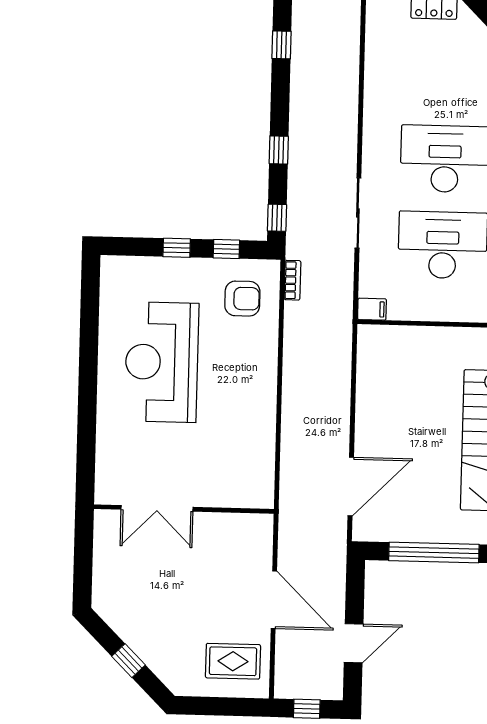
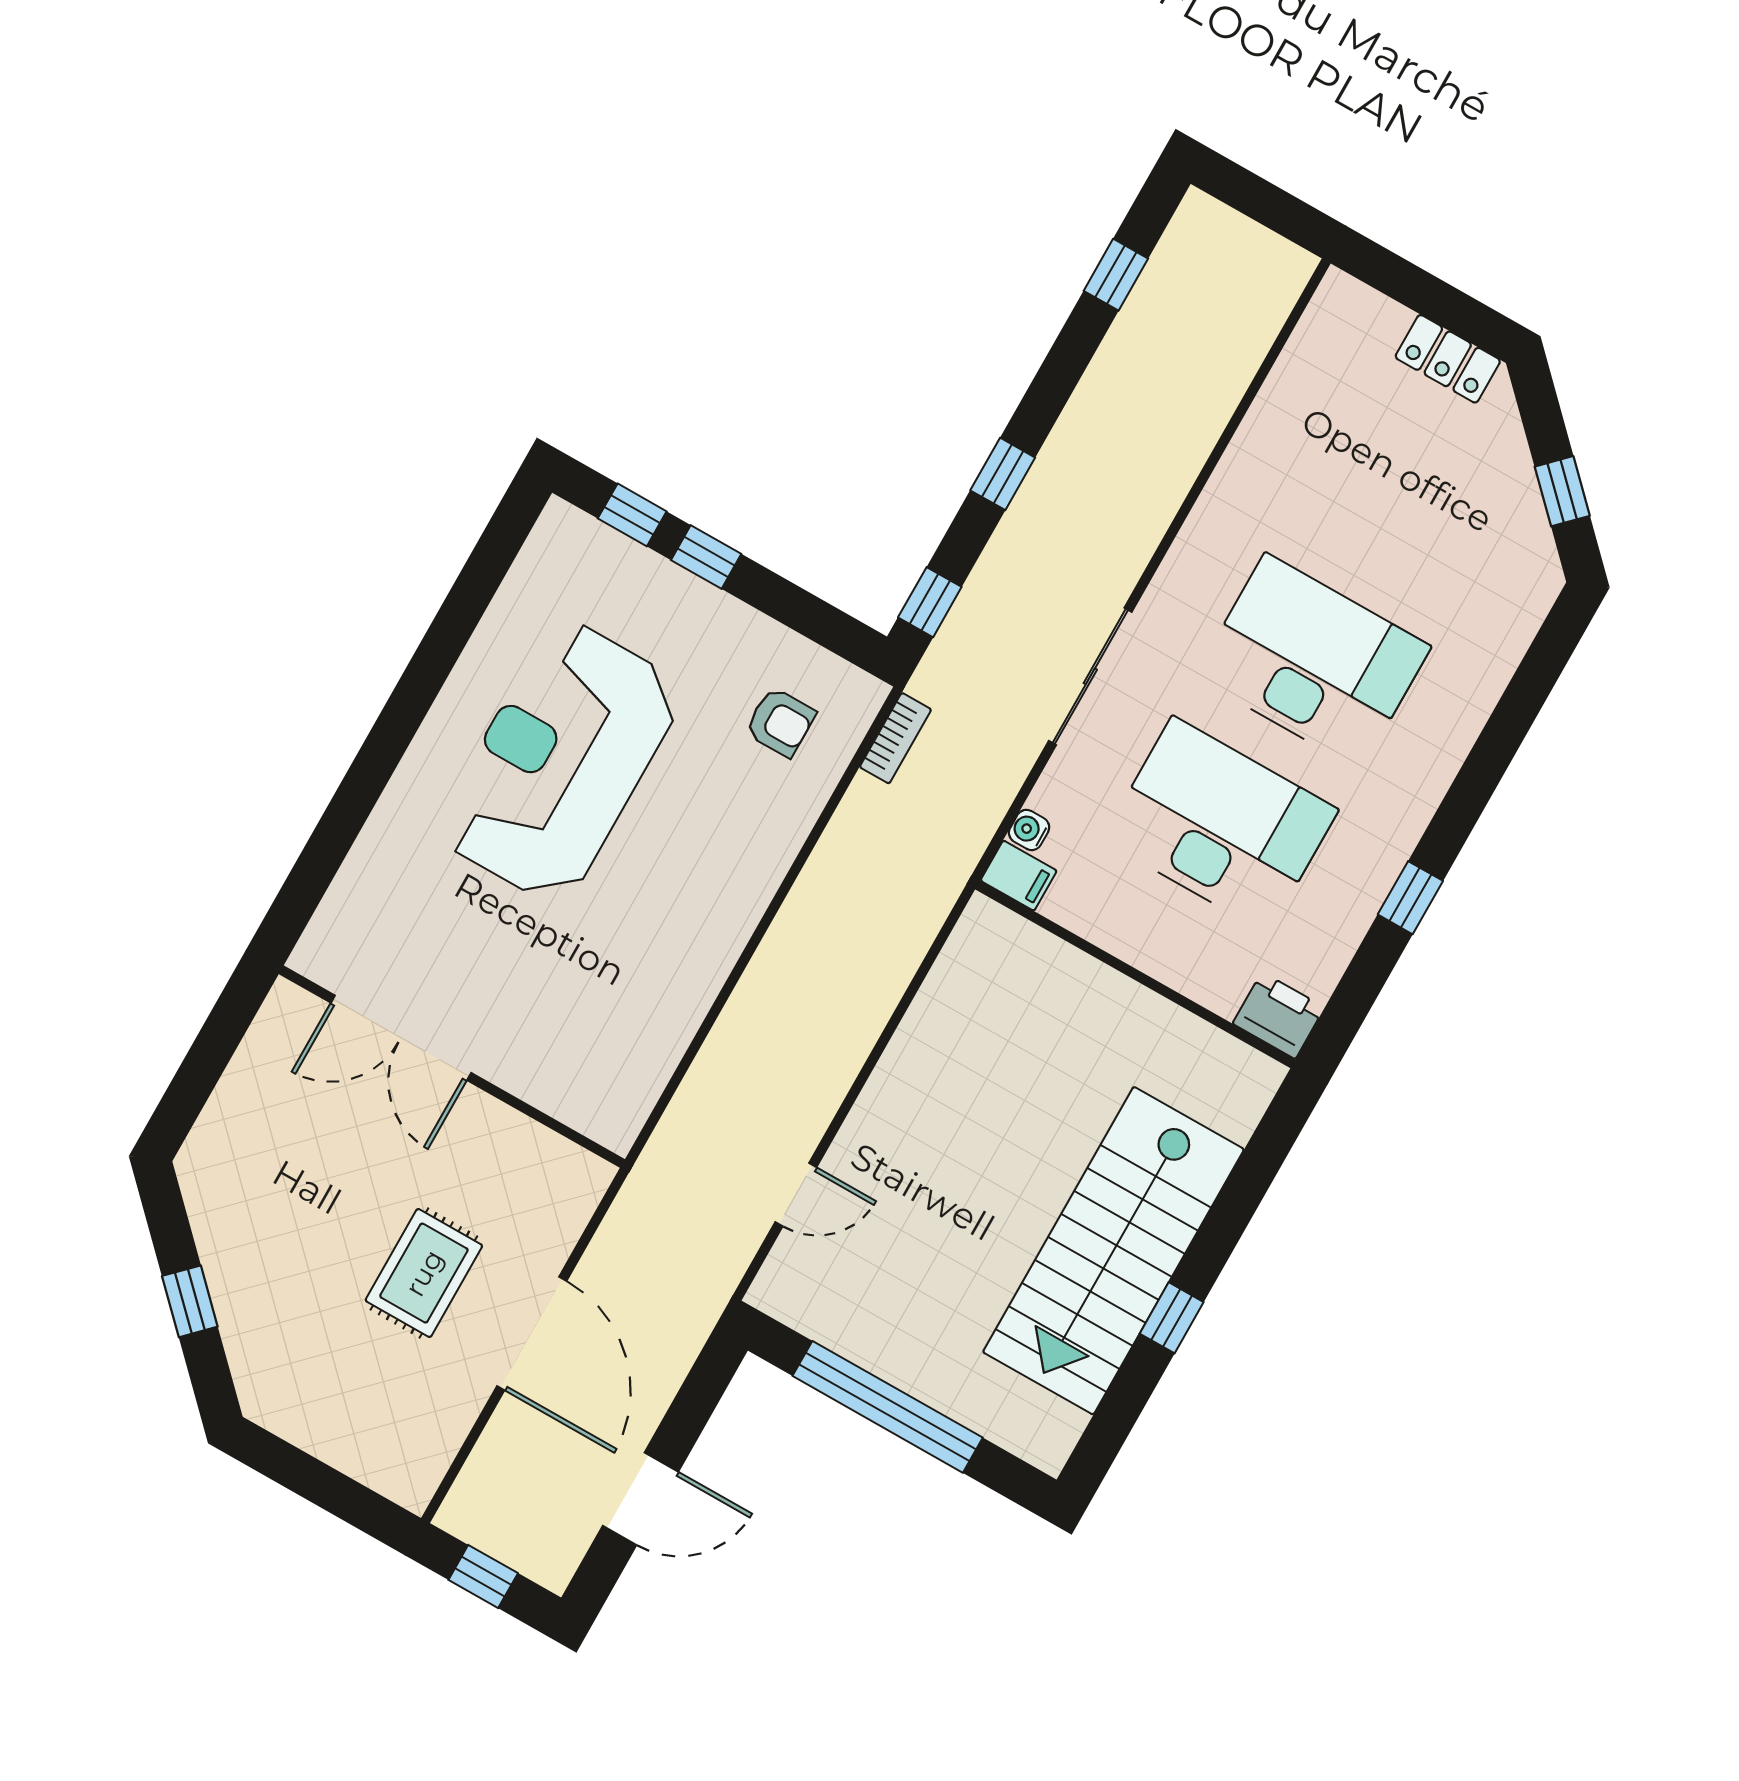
window: (226, 249) -> (632, 515), moved
water cooler: (366, 288) -> (1029, 830), added
armchair: (242, 299) -> (780, 722), width x0.72, depth x0.72
door: (351, 486) -> (796, 1195), width x0.53
rug: (233, 661) -> (424, 1273), moved, turned 90

